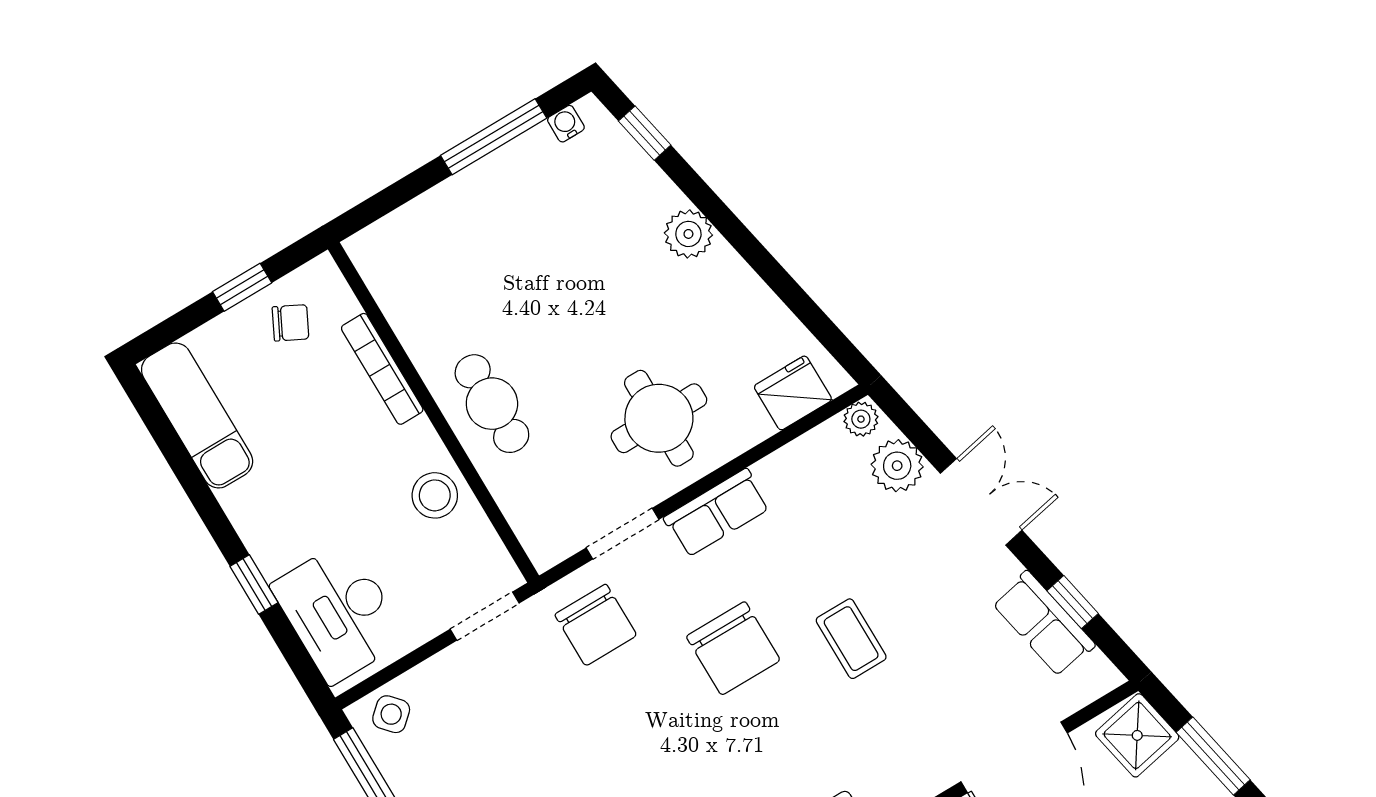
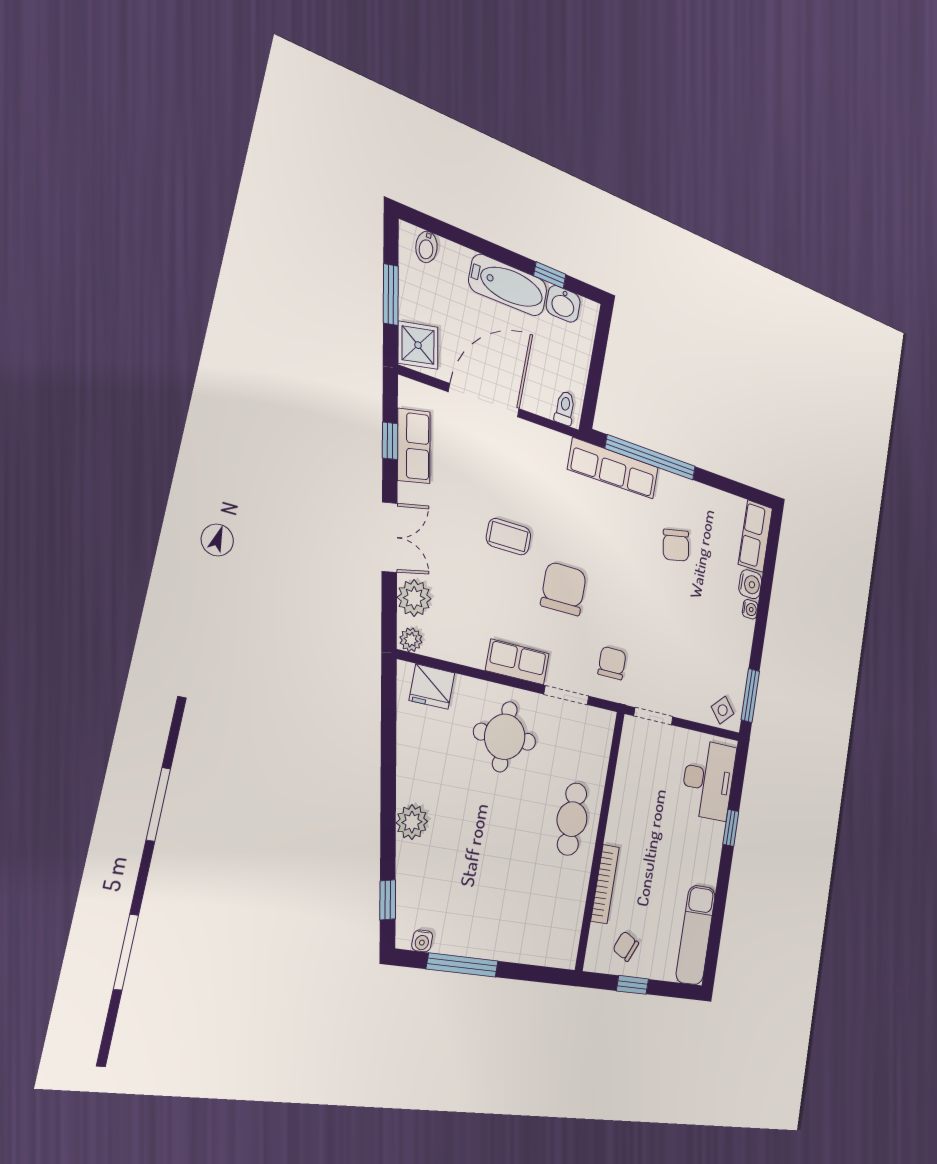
stool: (435, 495) -> (630, 797), removed
double door: (981, 502) -> (390, 537), swing flipped
chair: (596, 625) -> (612, 663), width x0.73, depth x0.73
coffee table: (851, 639) -> (509, 537), turned 90

